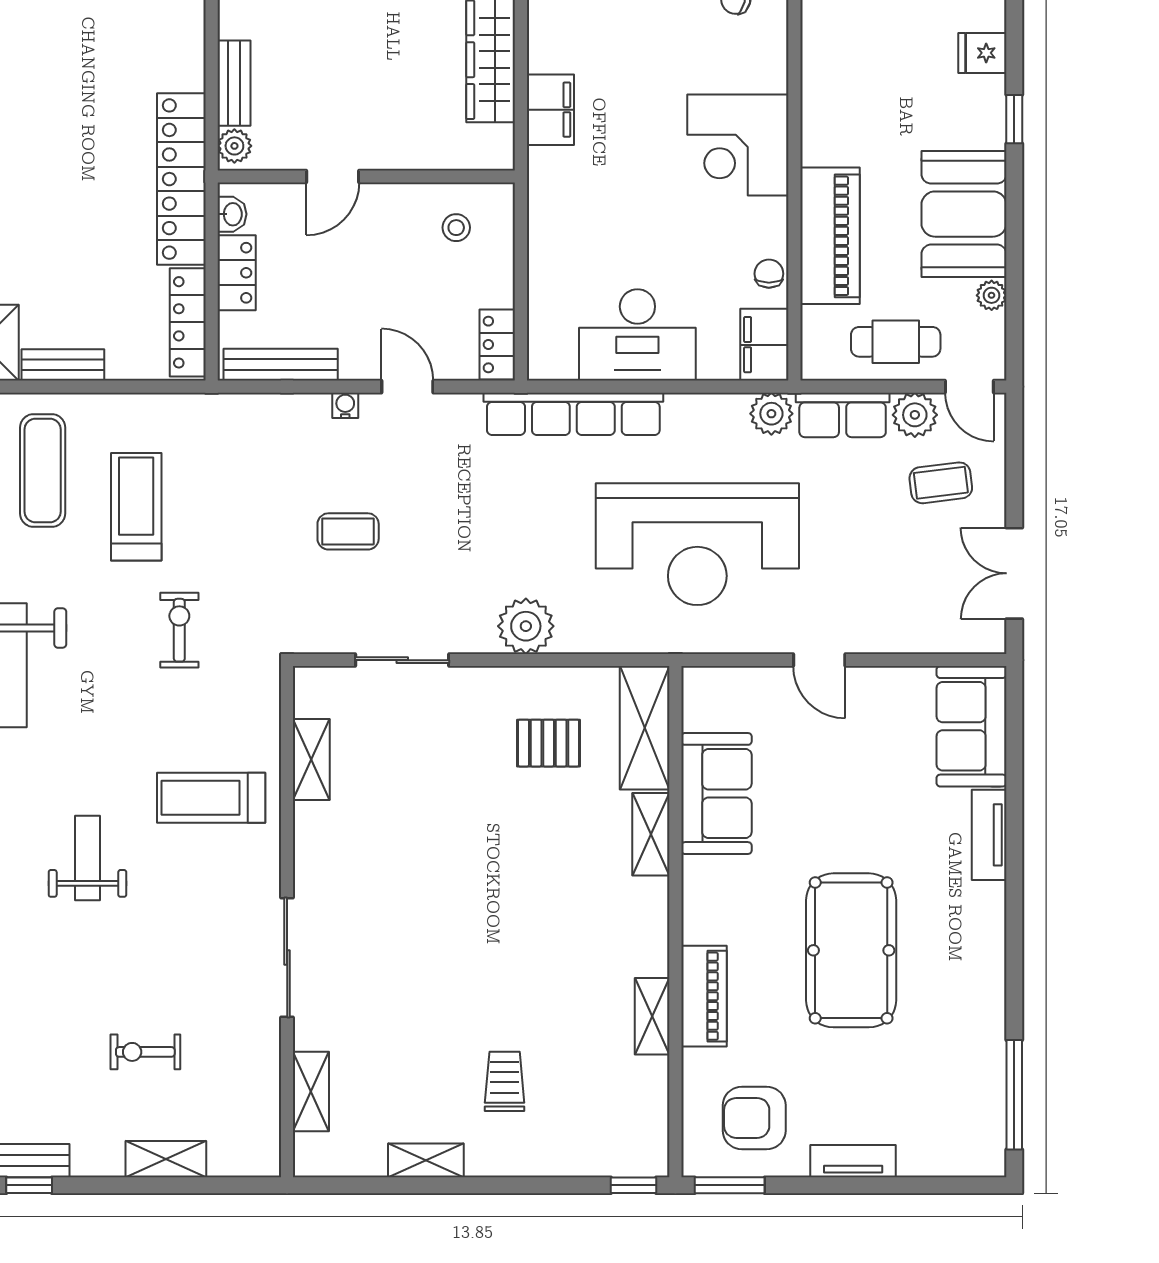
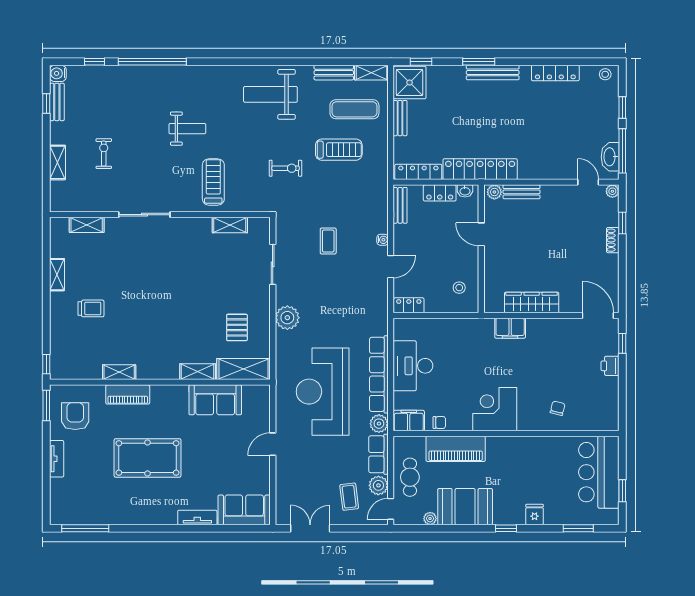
bench: (281, 365) -> (400, 205), width x0.73
row of seats: (573, 414) -> (379, 374), moved

